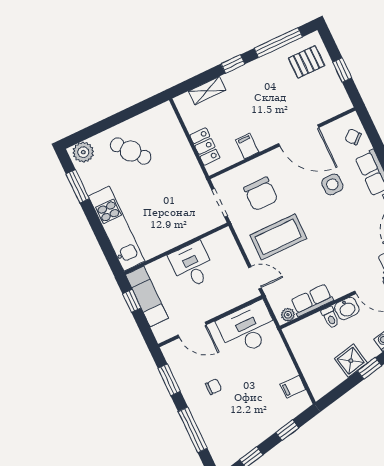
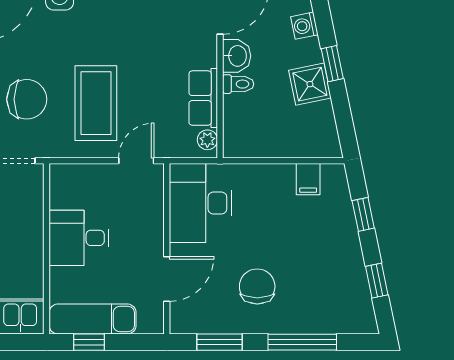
chair: (214, 387) -> (257, 286), width x1.87, depth x1.87

